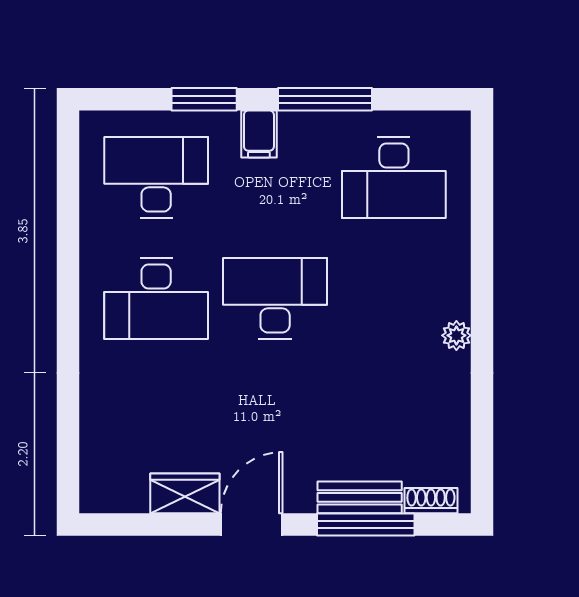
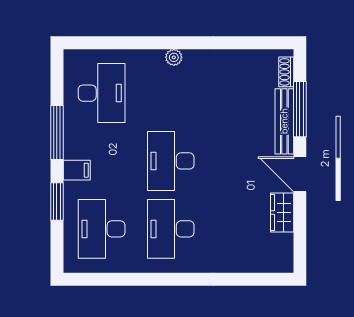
desk: (156, 298) -> (171, 229), turned 180
plant: (456, 335) -> (174, 57), moved
bench: (360, 497) -> (284, 121), width x1.36

